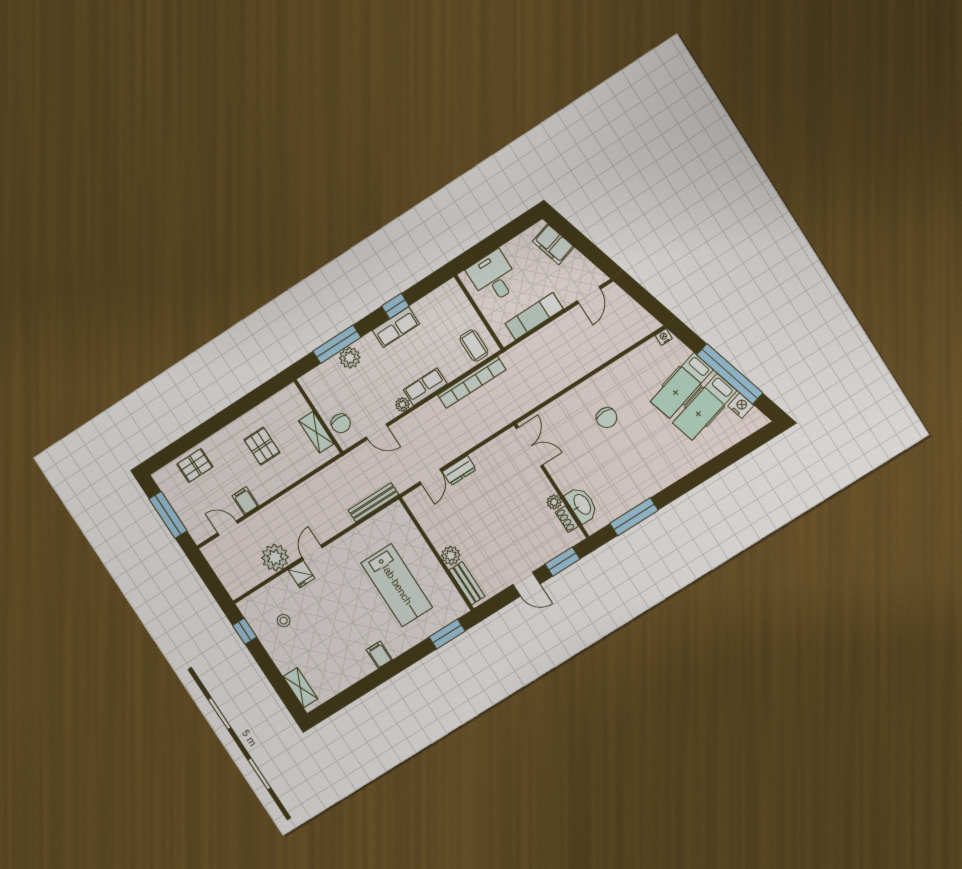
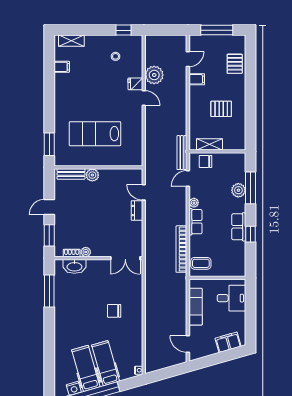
bench: (373, 502) -> (182, 153), moved
filing cabinet: (379, 655) -> (62, 67), moved

